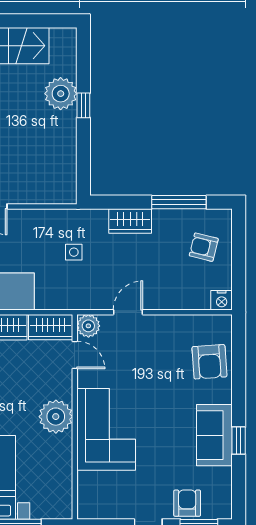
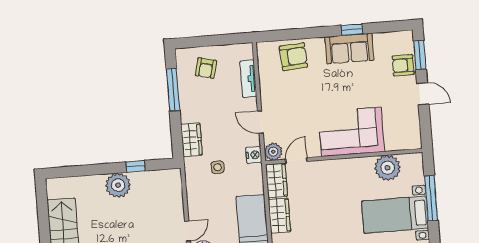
plant: (61, 94) -> (118, 185), moved
window: (83, 105) -> (136, 166), moved
wardrobe: (130, 221) -> (191, 140), moved
nightstand: (222, 300) -> (254, 155), moved
tv unit: (185, 301) -> (248, 79), added
plant: (56, 417) -> (388, 168), moved

